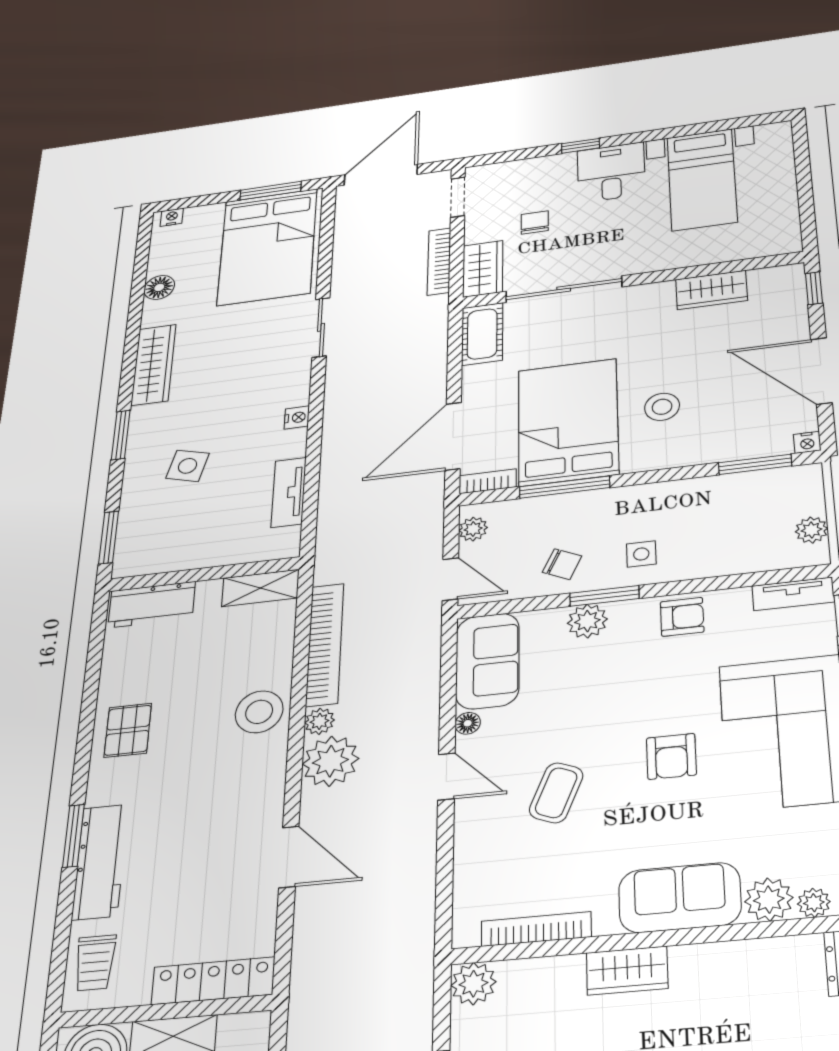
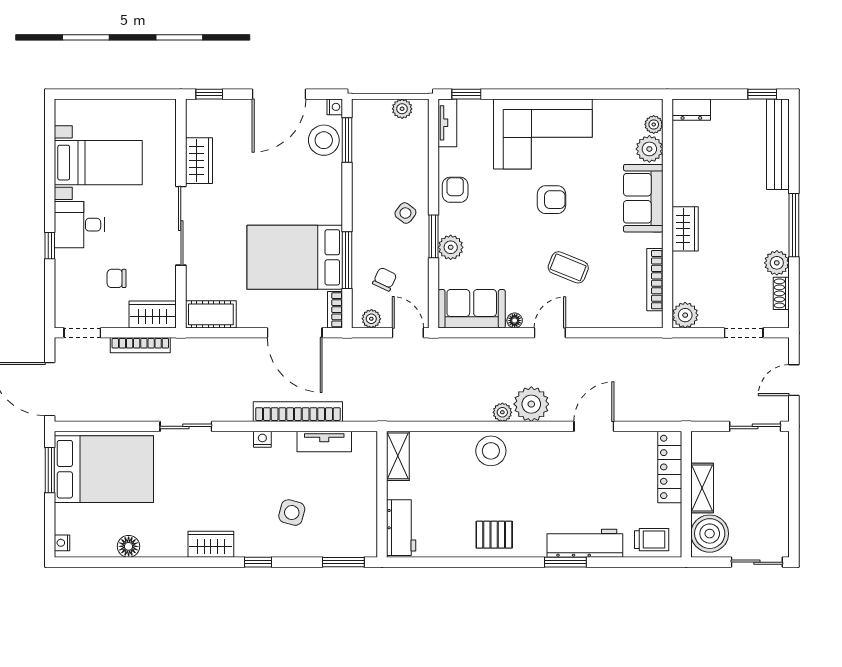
sliding door: (564, 289) -> (181, 226), moved
wardrobe: (154, 365) -> (211, 544), width x0.67
stool: (662, 407) -> (324, 140), moved, width x1.38, depth x1.38
window: (121, 435) -> (258, 562), width x0.67
side table: (641, 554) -> (405, 213), turned 38
chair: (562, 564) -> (385, 279), moved
door: (450, 579) -> (408, 333), hinge flipped
bookcase: (325, 644) -> (298, 412), moved

